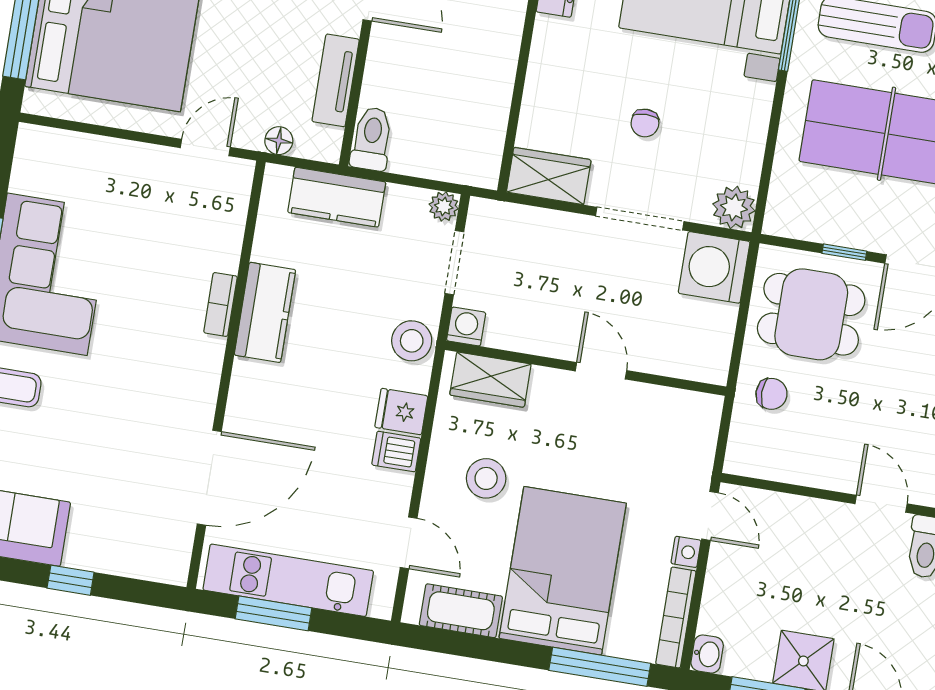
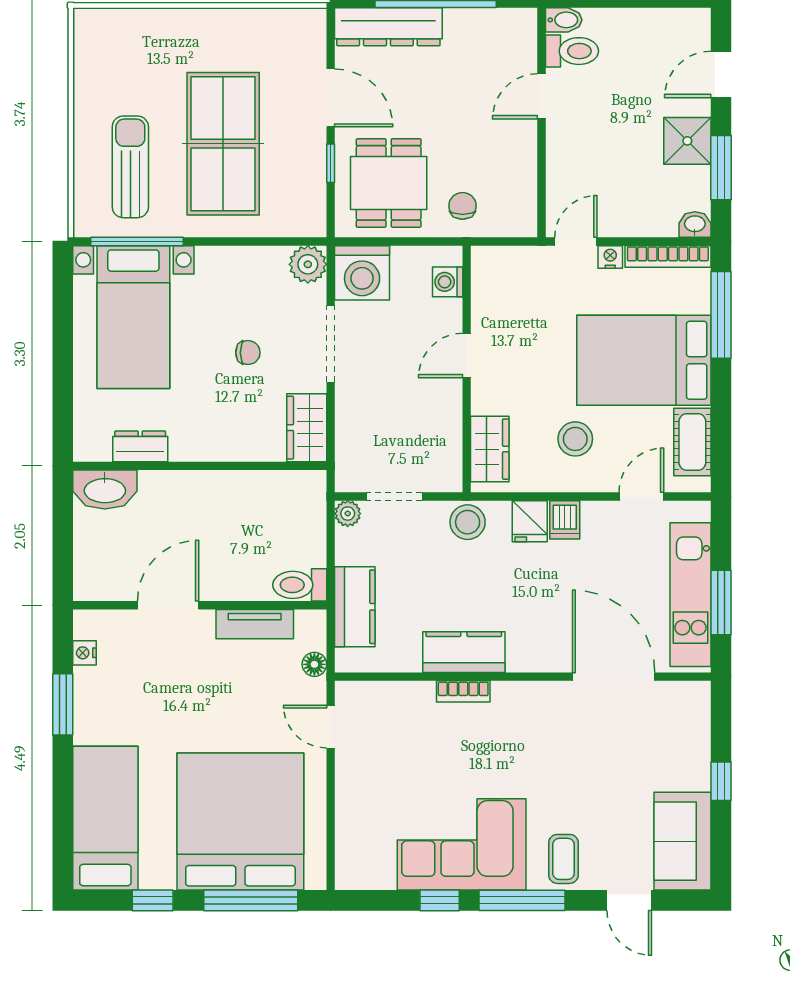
washing machine: (466, 327) -> (448, 282), moved

